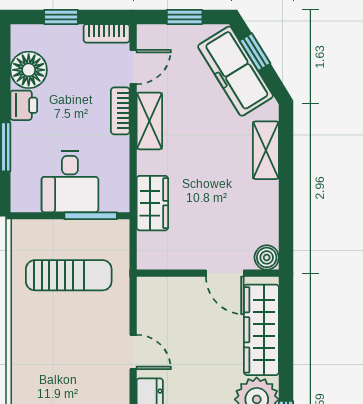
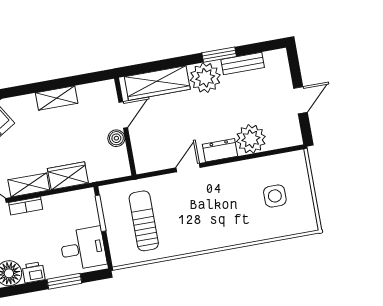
shelving: (266, 150) -> (57, 98), moved
desk: (70, 182) -> (83, 249), moved
wardrobe: (152, 203) -> (68, 176), moved
boiler: (267, 257) -> (116, 138), moved

